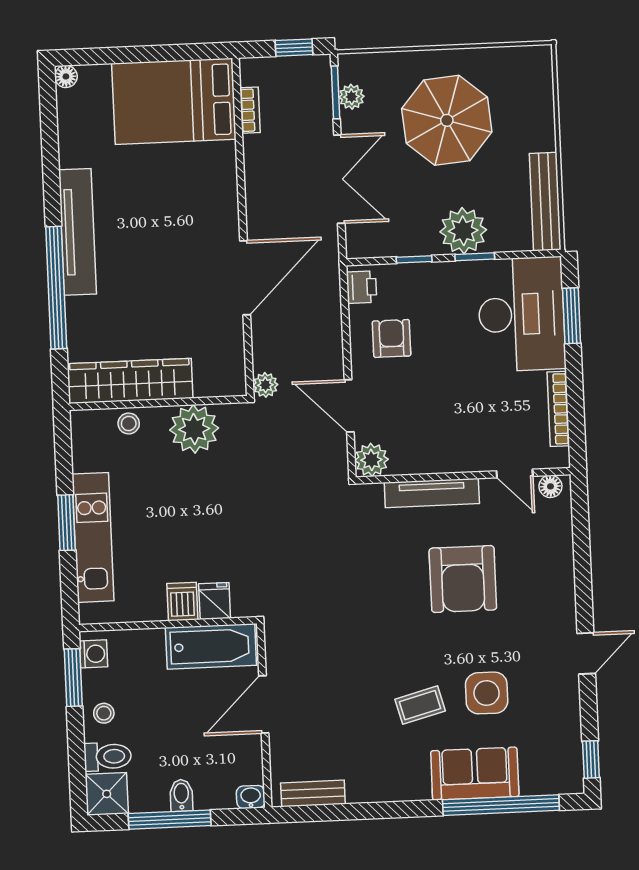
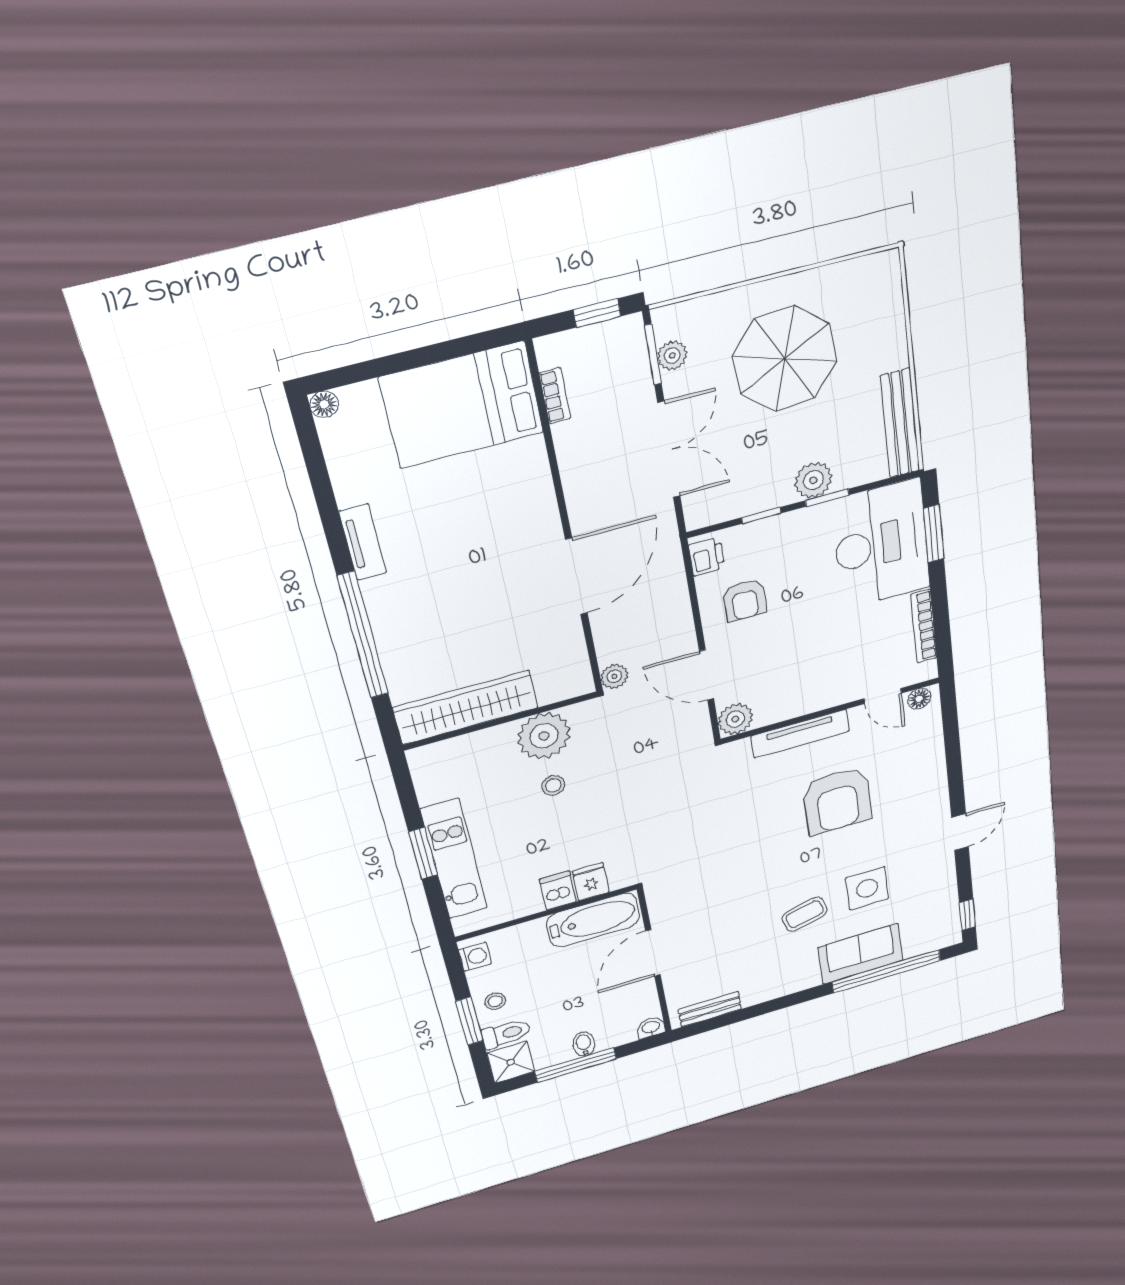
plant: (463, 231) -> (813, 480), width x0.73, depth x0.73
tv unit: (78, 232) -> (363, 542), width x0.52, depth x0.78
armchair: (392, 338) -> (745, 600), turned 180
stool: (129, 423) -> (553, 785), moved
window: (73, 678) -> (469, 1021), moved

